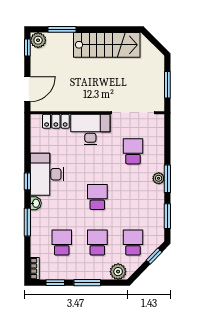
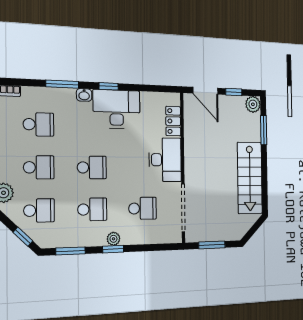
window: (27, 48) -> (234, 92), moved
window: (167, 179) -> (113, 249), width x0.67
school desk: (133, 197) -> (92, 209), added

